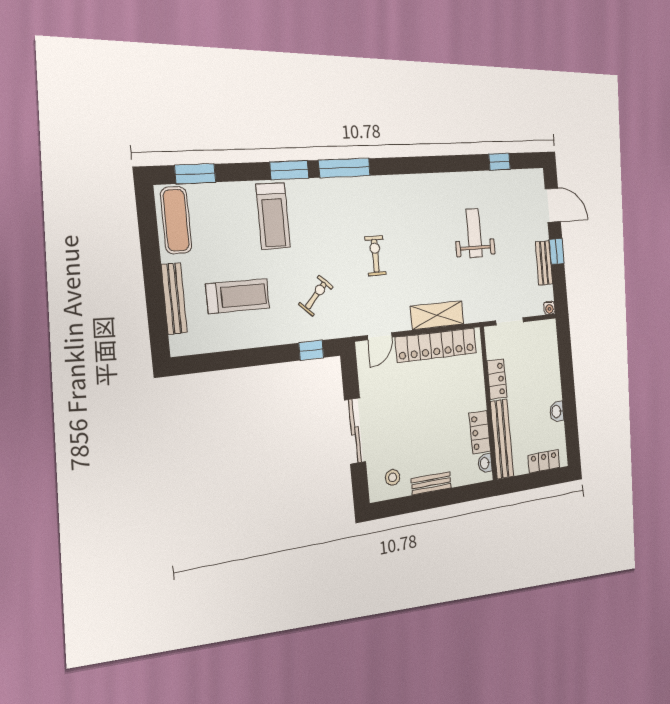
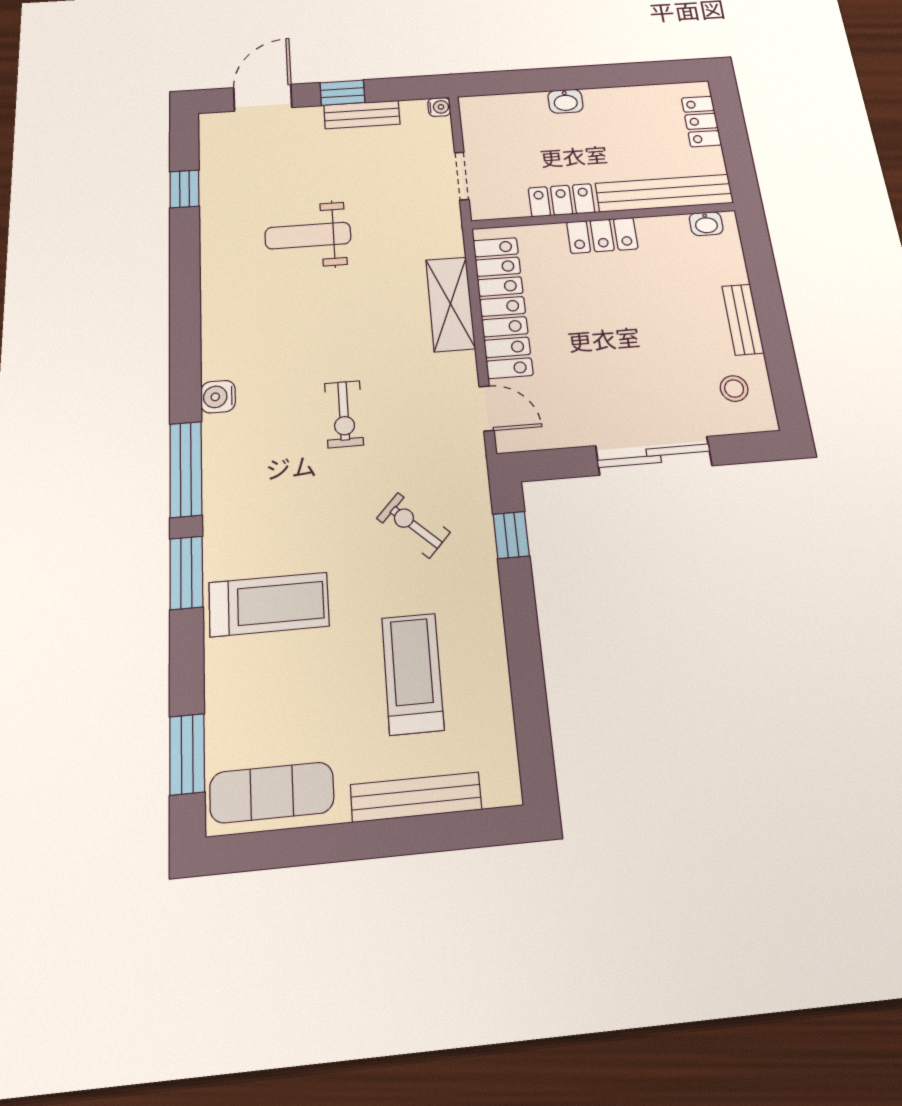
water cooler: (384, 185) -> (218, 397), added
exercise bike: (375, 256) -> (344, 414), turned -90
washbasin: (557, 412) -> (565, 101), moved
locker: (480, 432) -> (602, 235), moved

